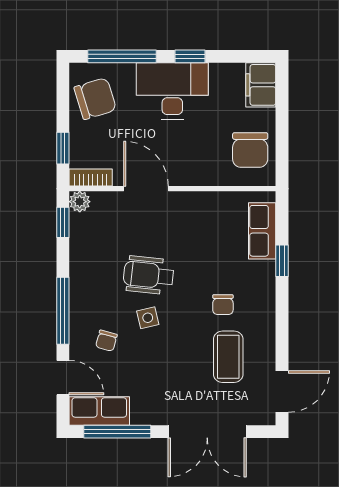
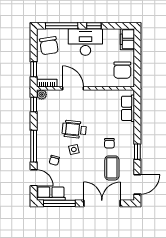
chair: (95, 99) -> (49, 46), turned 98
window: (282, 261) -> (137, 152), moved
double door: (207, 432) -> (102, 203), swing flipped

